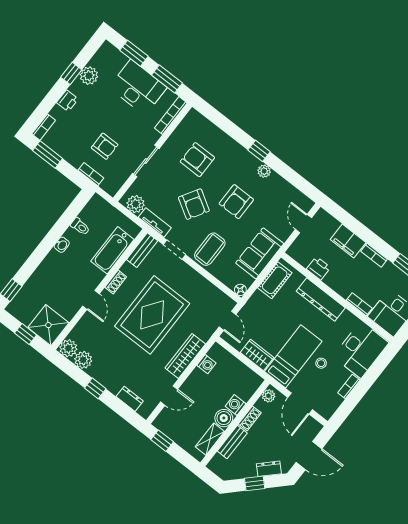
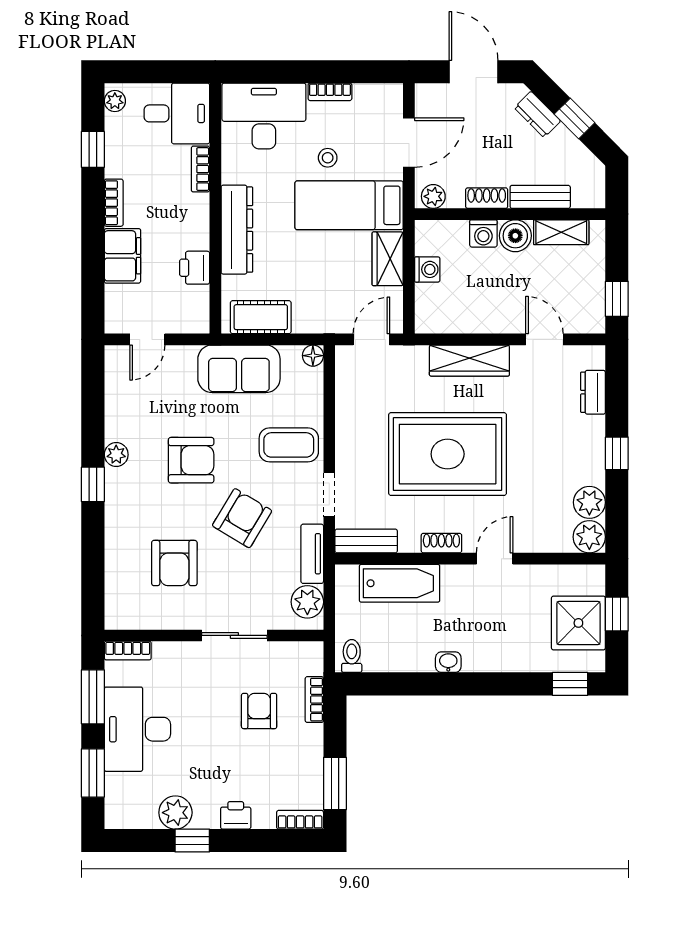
bookcase: (171, 115) -> (128, 651), width x0.64
toilet: (80, 227) -> (352, 656), moved
shower: (48, 325) -> (578, 623), moved
washing machine: (206, 364) -> (427, 269), moved, turned 90

